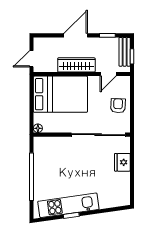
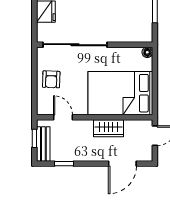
door: (76, 35) -> (122, 164), moved
wardrobe: (76, 65) -> (109, 128), width x0.67
door: (108, 74) -> (63, 117), hinge flipped

